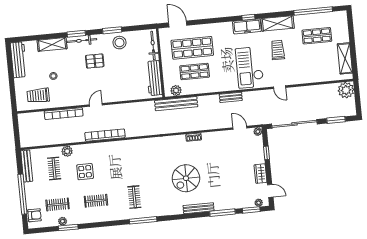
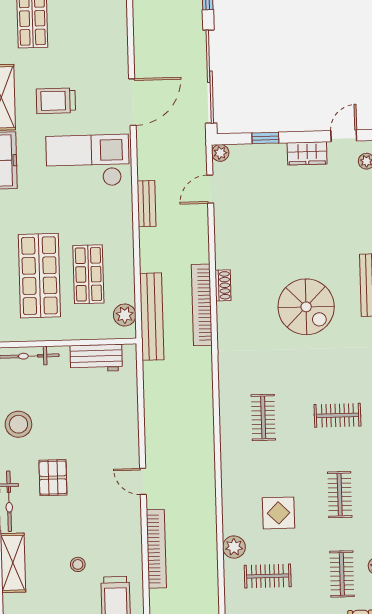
checkout: (250, 67) -> (88, 161), turned 180
workbench: (154, 78) -> (96, 358), width x0.73
door: (280, 87) -> (132, 102), width x1.88
bookcase: (105, 135) -> (202, 305), moved
clothes rail: (131, 161) -> (263, 417), added

